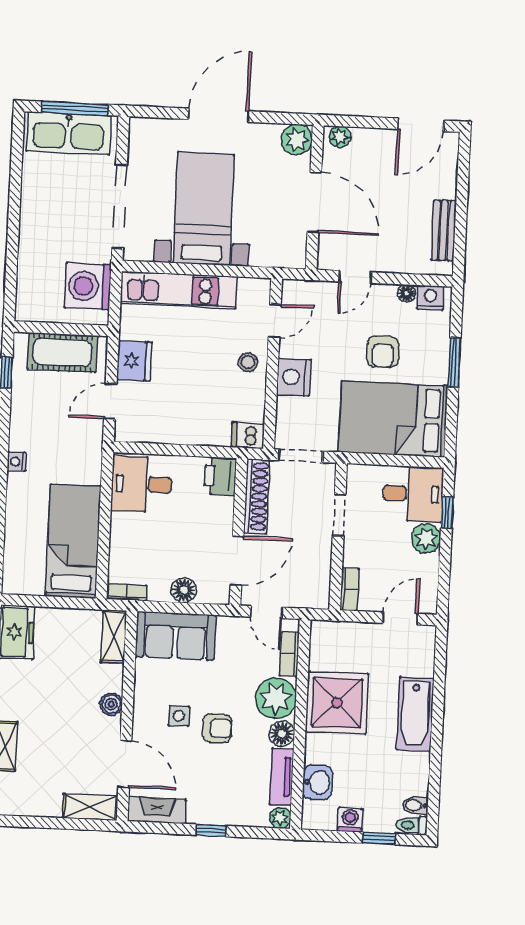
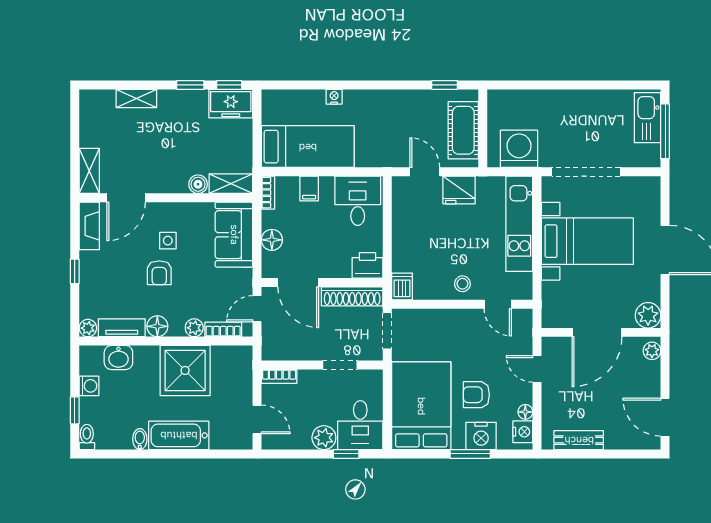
kitchen sink: (68, 133) -> (648, 118), width x0.73, depth x0.81
nightstand: (294, 377) -> (481, 436), moved, turned 180
nightstand: (17, 462) -> (334, 97), moved
filing cabinet: (124, 542) -> (309, 188), added
plant: (276, 698) -> (194, 328), width x0.53, depth x0.53
boiler: (111, 704) -> (198, 184), moved
bidet: (415, 805) -> (140, 439), moved

